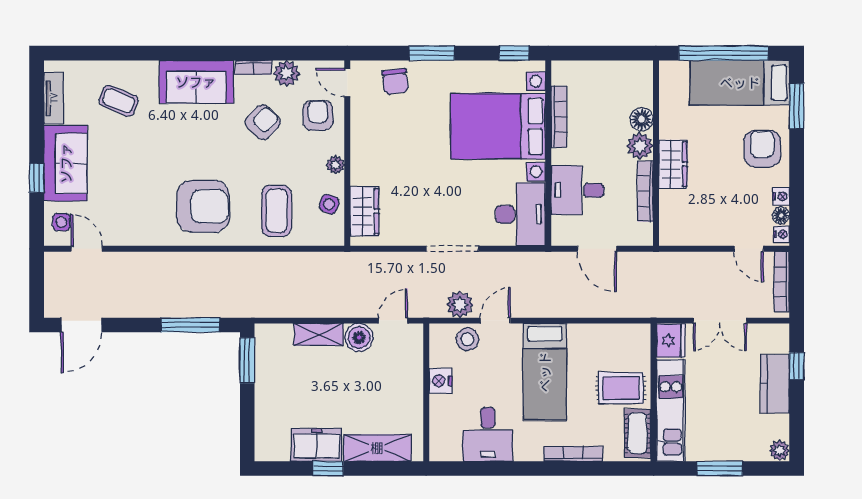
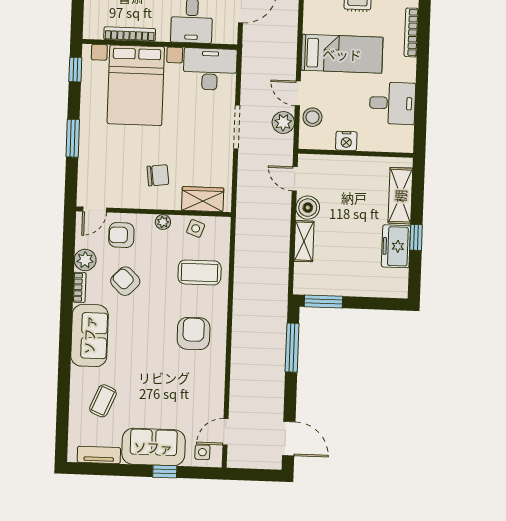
chair: (395, 81) -> (158, 175), moved
armchair: (203, 206) -> (194, 333), width x0.73, depth x0.73

